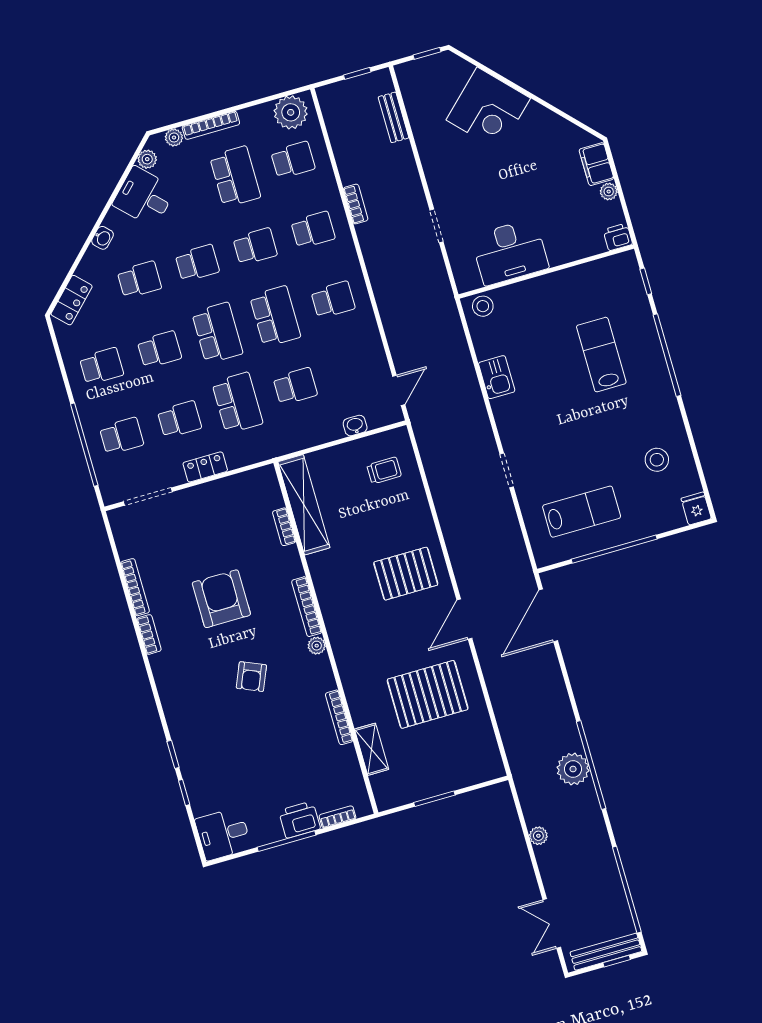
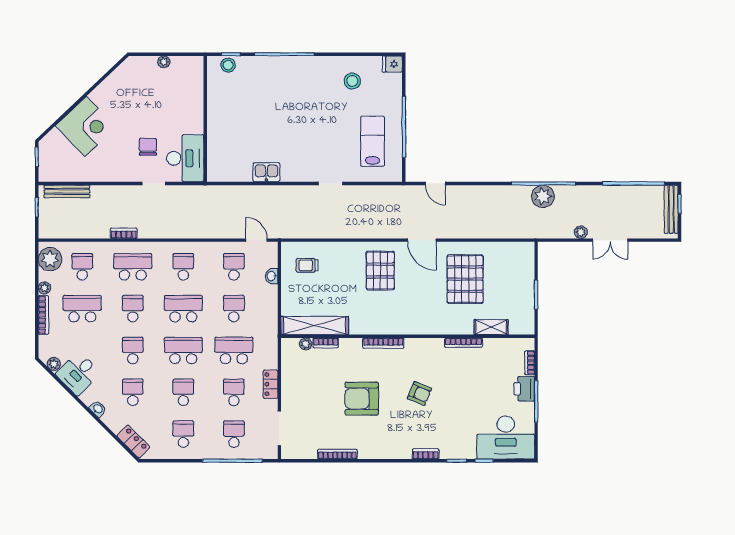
bench: (393, 117) -> (67, 191), width x1.36
plant: (174, 137) -> (44, 288), moved
filing cabinet: (596, 164) -> (143, 65), removed
chair: (485, 203) -> (148, 147), added
school desk: (313, 230) -> (133, 267), width x1.85
printer: (618, 237) -> (196, 64), removed
desk: (510, 252) -> (185, 158), moved
stool: (483, 306) -> (228, 65), moved
lab bench: (601, 355) -> (271, 98), removed
school desk: (353, 370) -> (234, 267), added
trolley: (384, 470) -> (307, 265), turned -90
door: (548, 615) -> (435, 183), width x0.53
bookcase: (149, 634) -> (426, 454), moved
plant: (317, 646) -> (306, 344), moved
desk: (223, 834) -> (506, 438), width x1.87, depth x1.30
double door: (552, 923) -> (610, 240), moved

